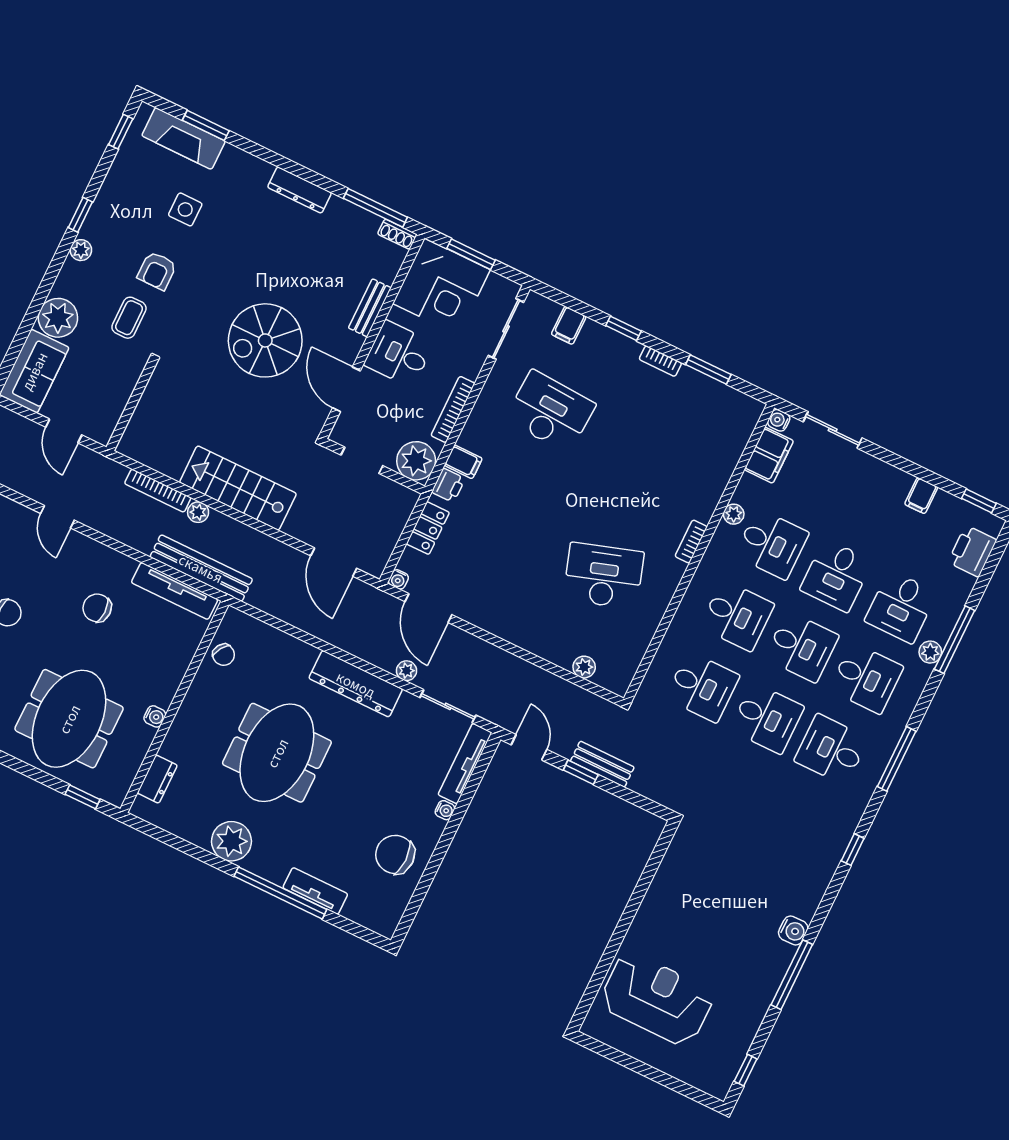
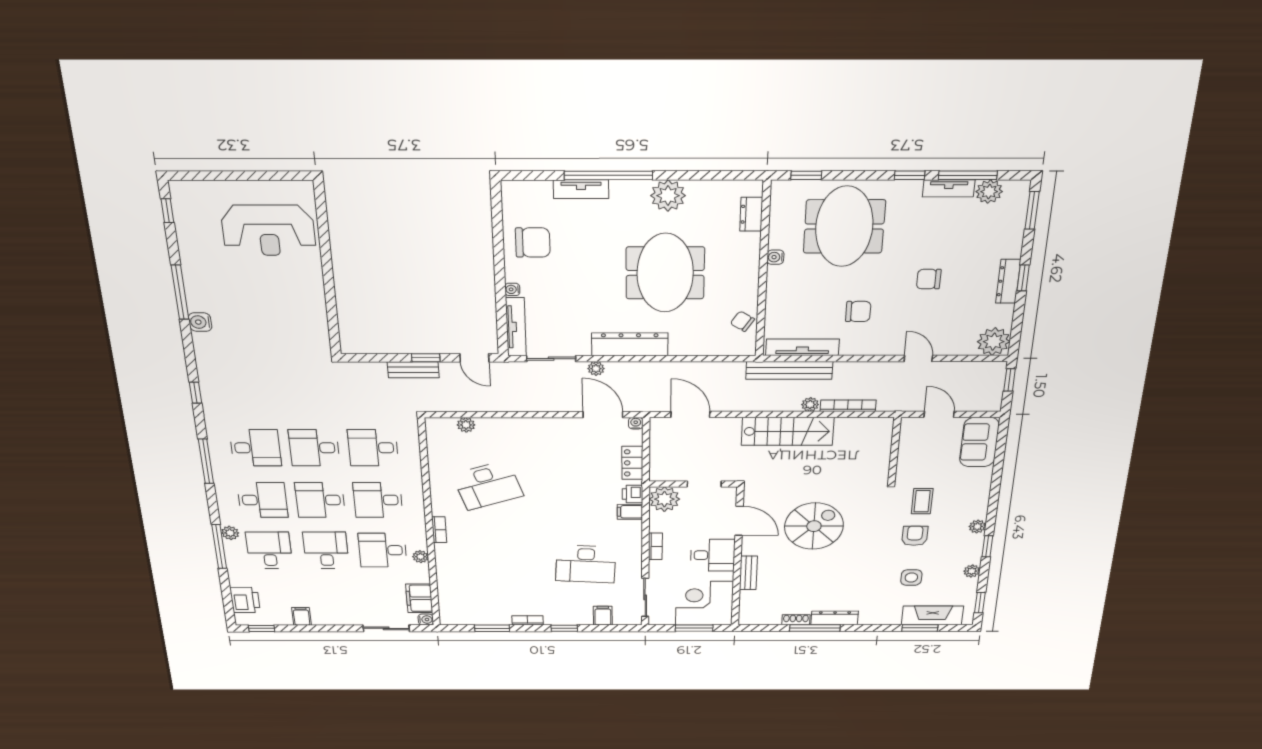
window: (375, 208) -> (815, 628), moved
shoe rack: (397, 234) -> (796, 620), moved
plant: (58, 318) -> (972, 571), moved, width x0.53, depth x0.53
bookcase: (453, 409) -> (655, 546), width x0.64
desk: (866, 678) -> (262, 500), turned 180

